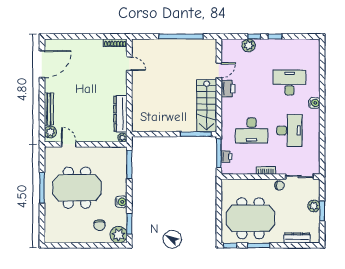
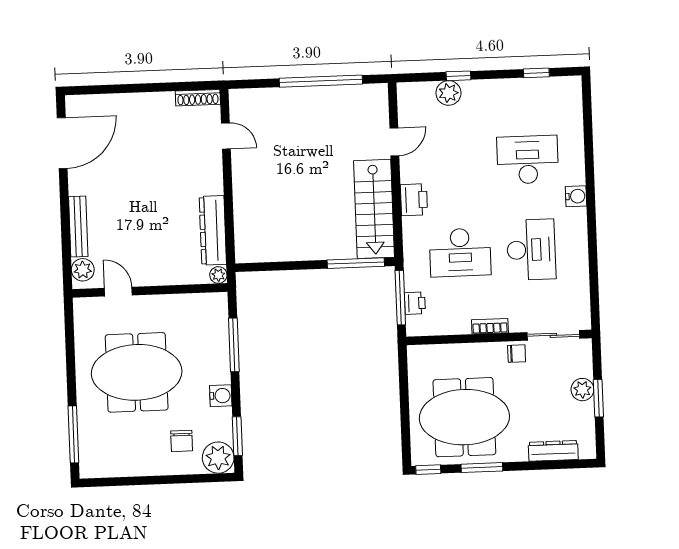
window: (275, 36) -> (536, 73), moved
printer: (228, 89) -> (414, 200), moved
window: (129, 164) -> (234, 345), moved
window: (42, 188) -> (73, 434), moved

